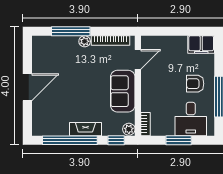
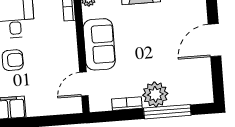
plant: (85, 41) -> (155, 94), width x1.88, depth x1.88
bookcase: (111, 41) -> (127, 104), width x0.64

